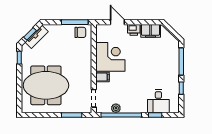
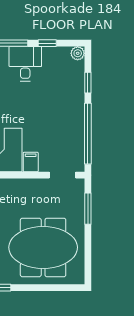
meeting table: (46, 85) -> (43, 247), turned 90
desk: (158, 101) -> (25, 64), moved, turned -90
plant: (116, 108) -> (78, 53), moved

